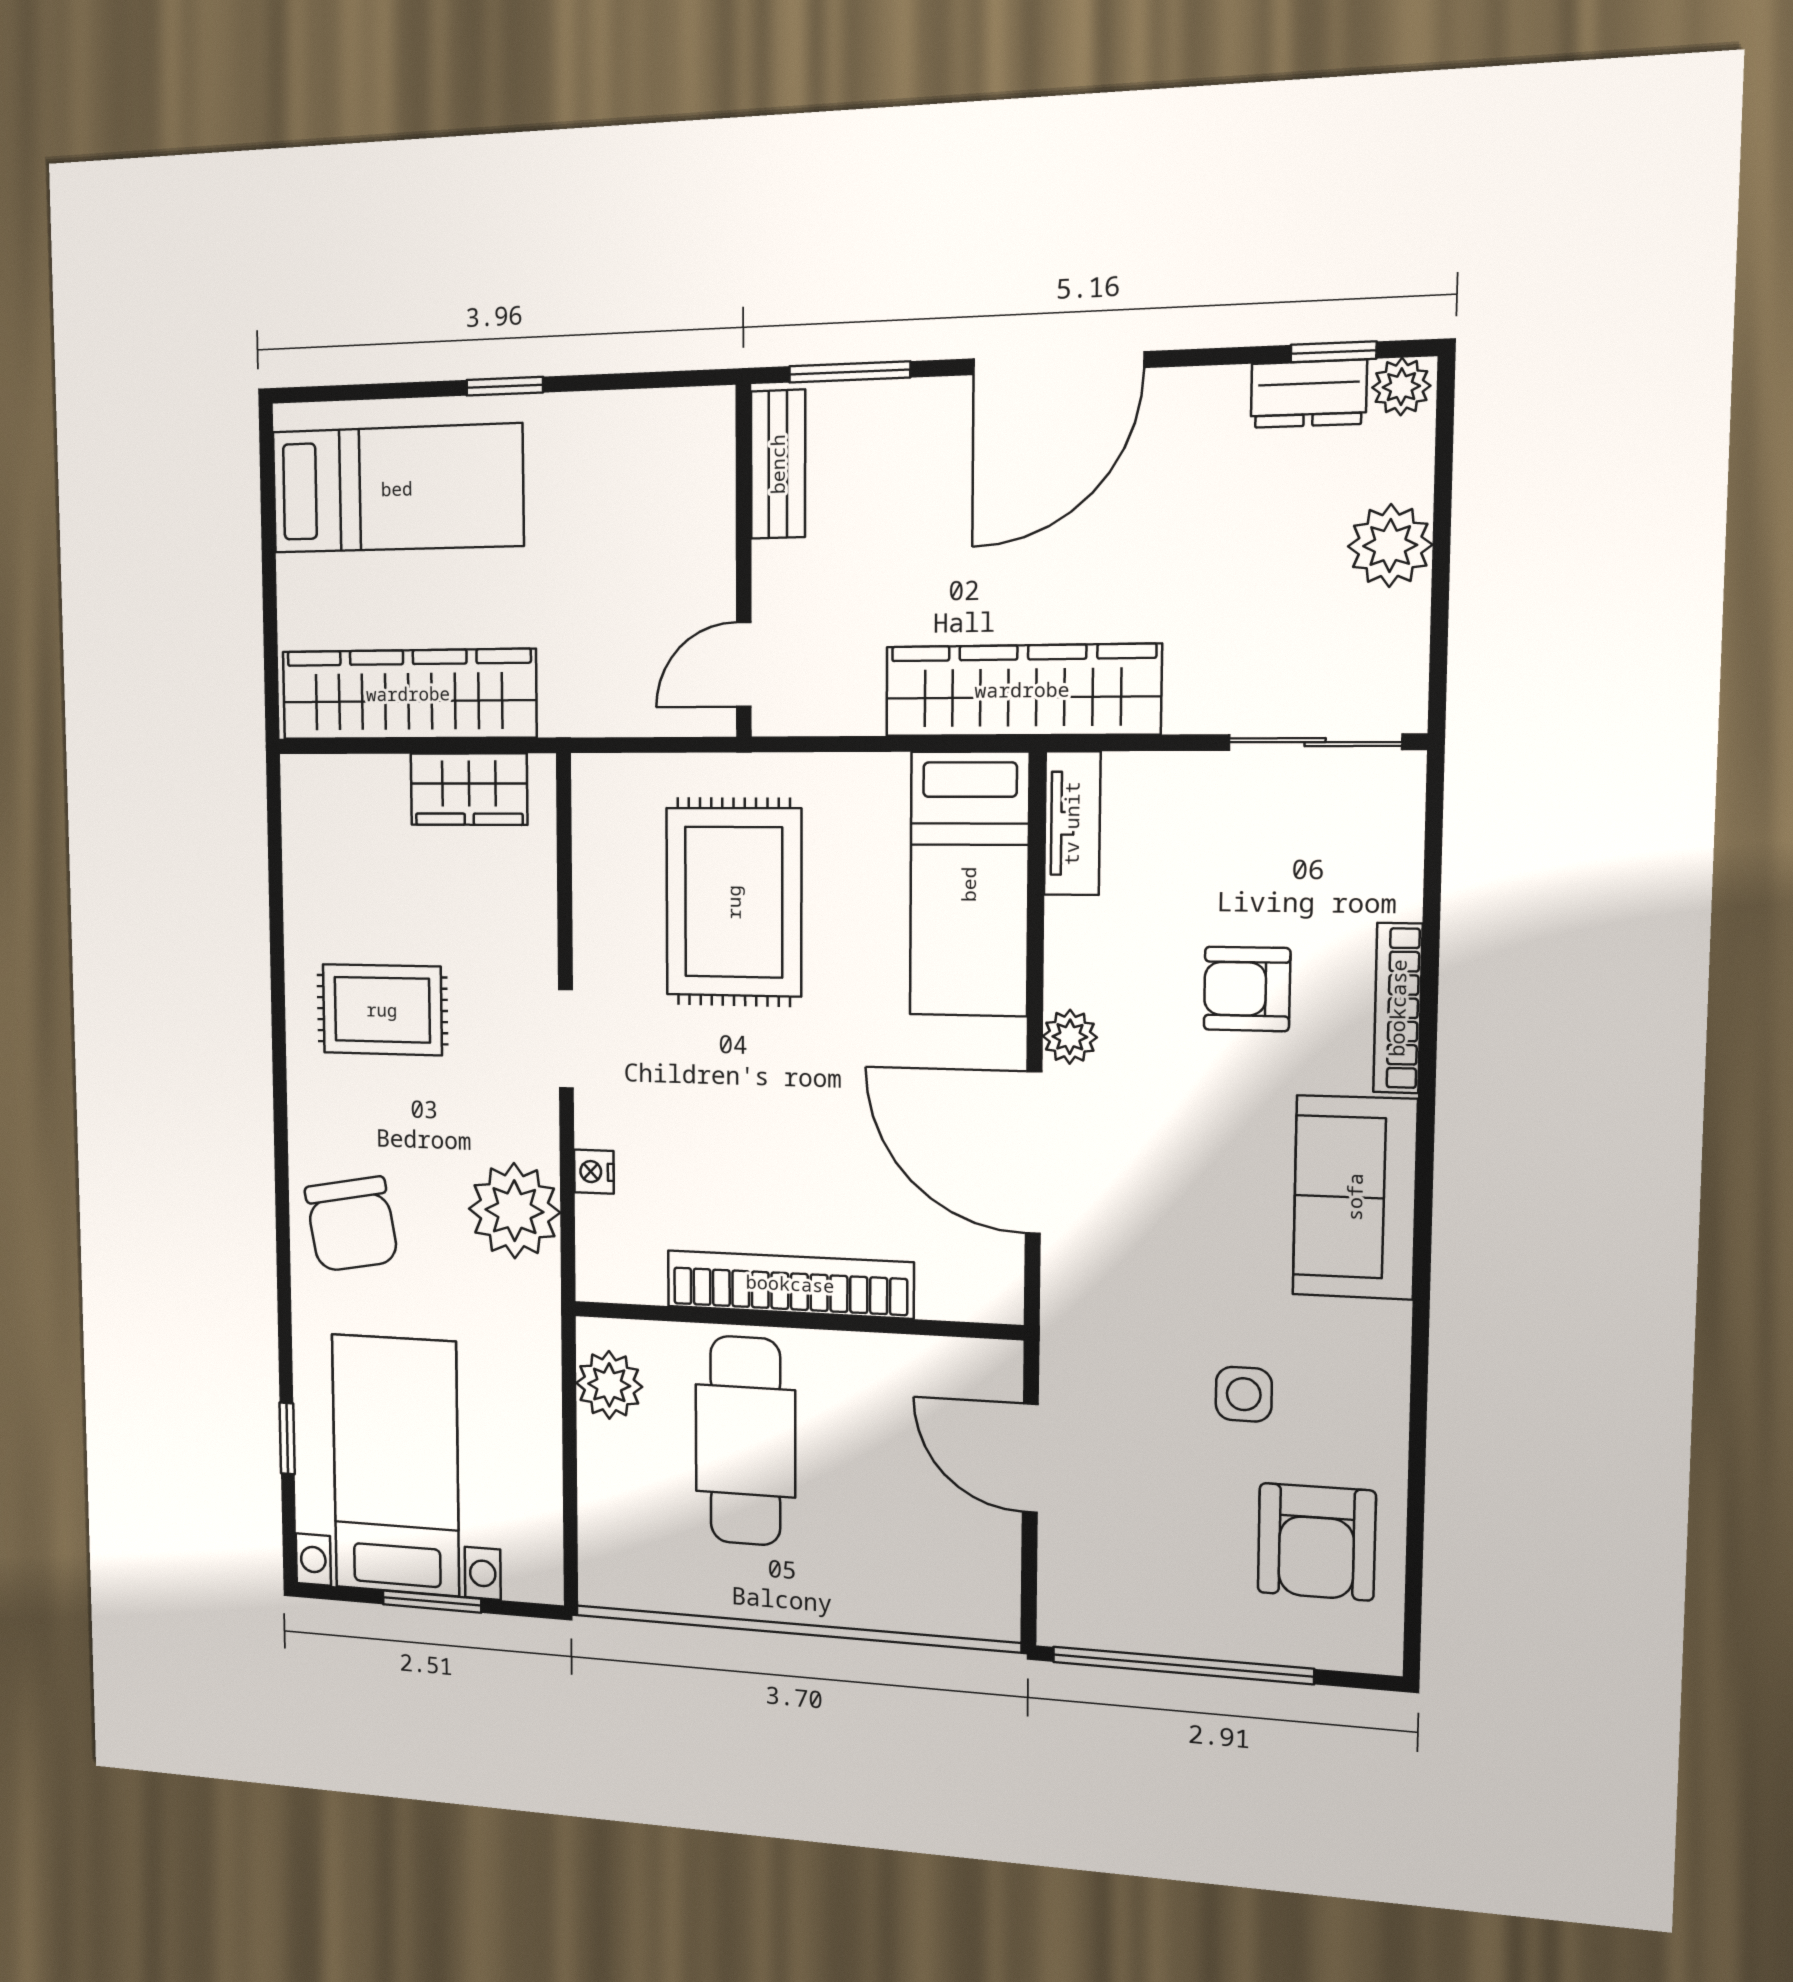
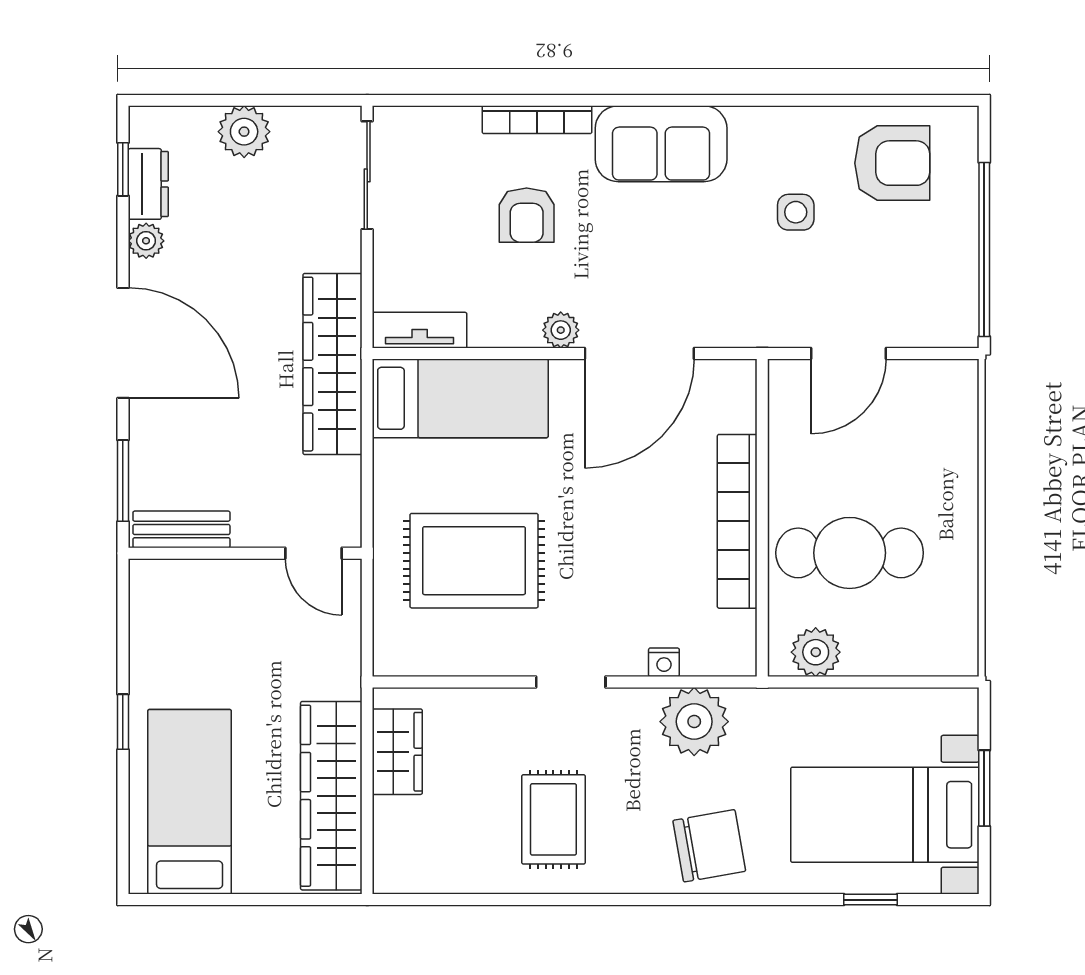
plant: (1401, 387) -> (146, 241), moved

